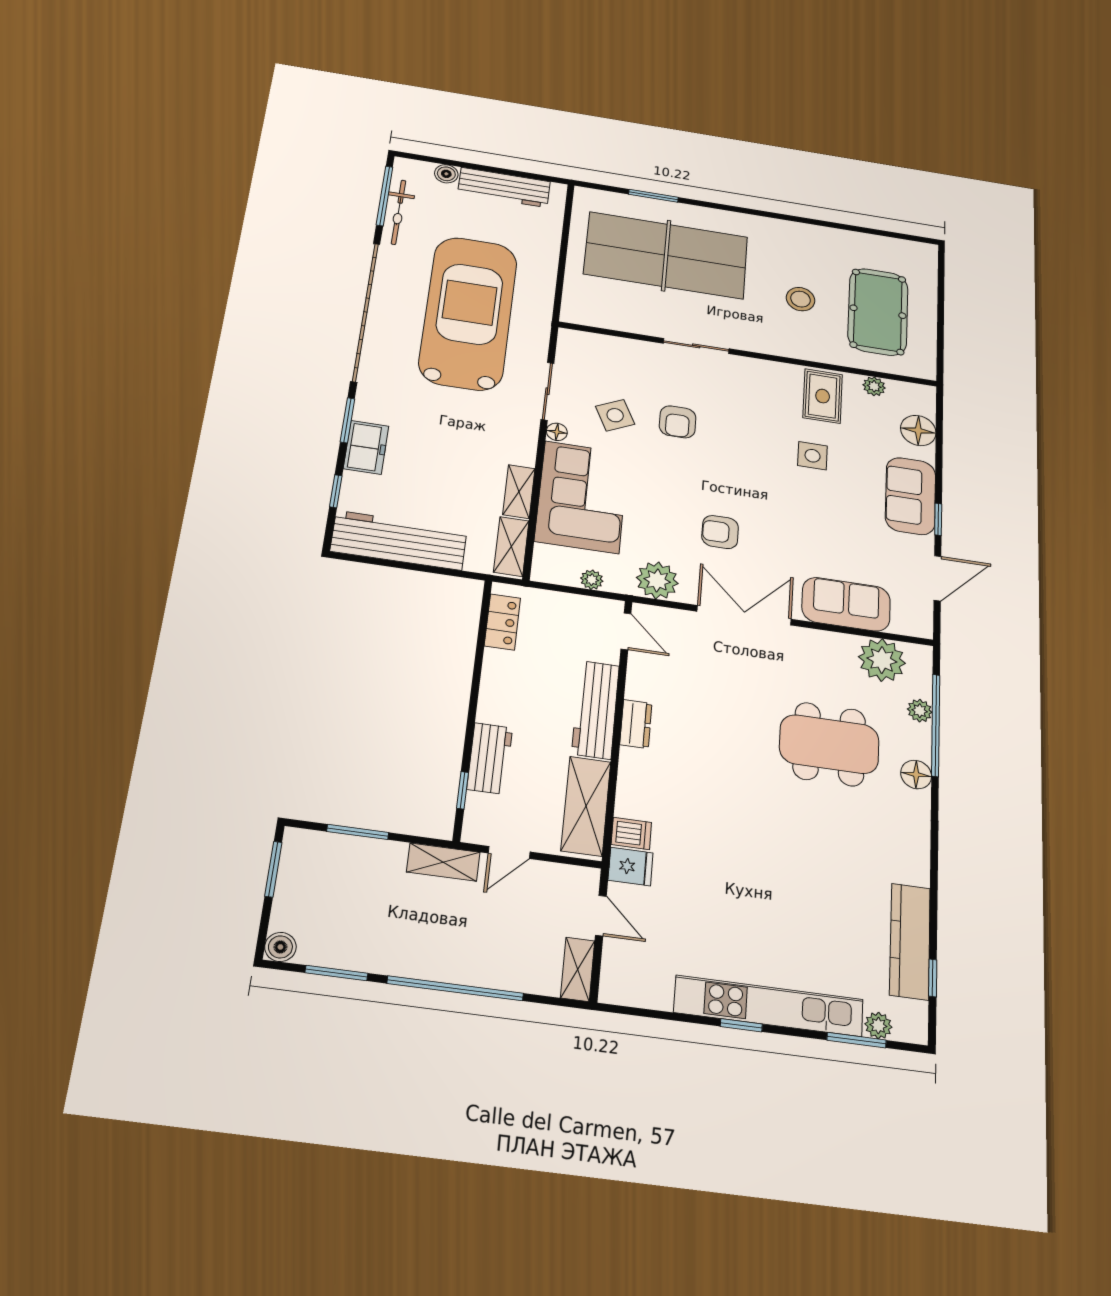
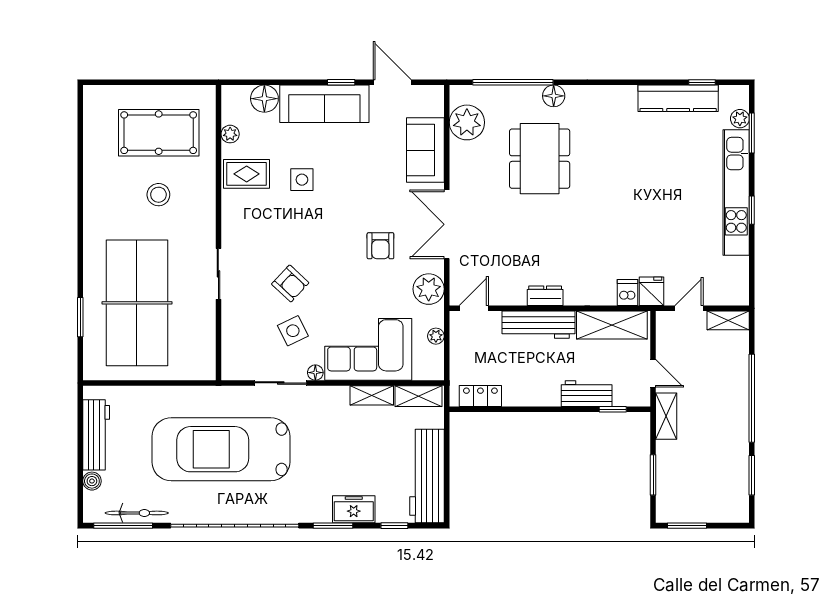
armchair: (678, 422) -> (290, 283), turned 43
sofa: (910, 496) -> (324, 104), width x1.36
plant: (920, 711) -> (503, 94), removed
boiler: (280, 947) -> (739, 513), removed

